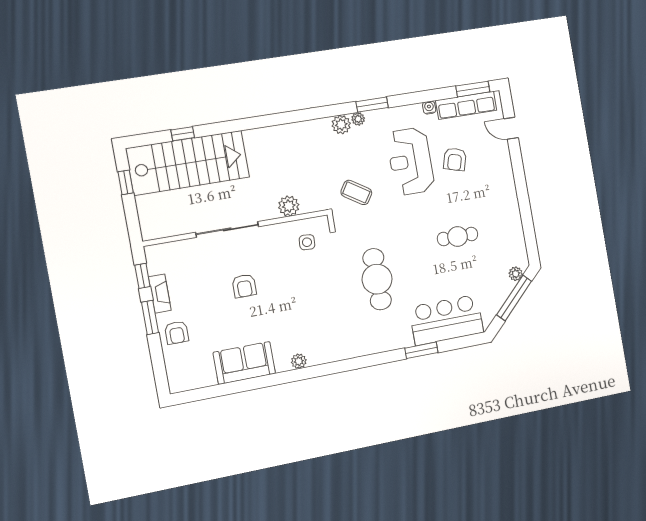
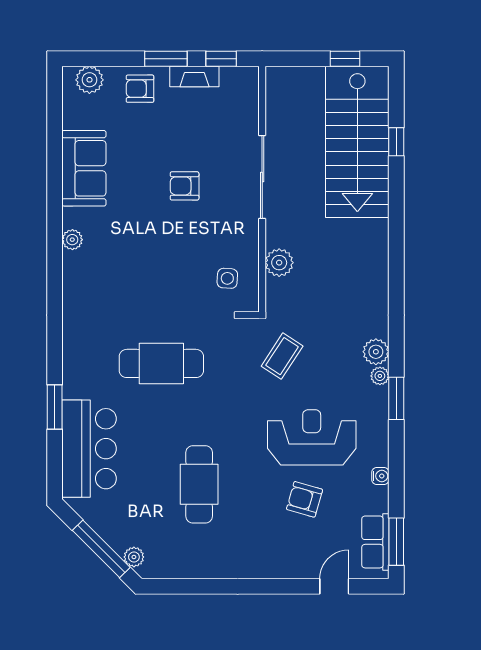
row of seats: (466, 105) -> (375, 542), width x0.68
cafe table: (458, 237) -> (199, 484), width x1.37, depth x1.35
plant: (177, 372) -> (89, 80), added

